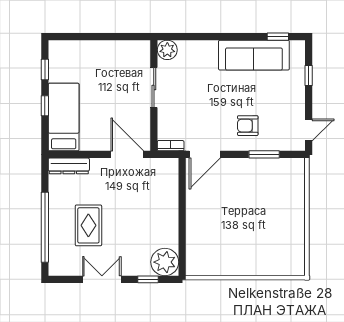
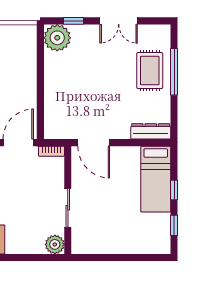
rug: (88, 225) -> (150, 71), moved
window: (45, 227) -> (174, 72), width x0.68

